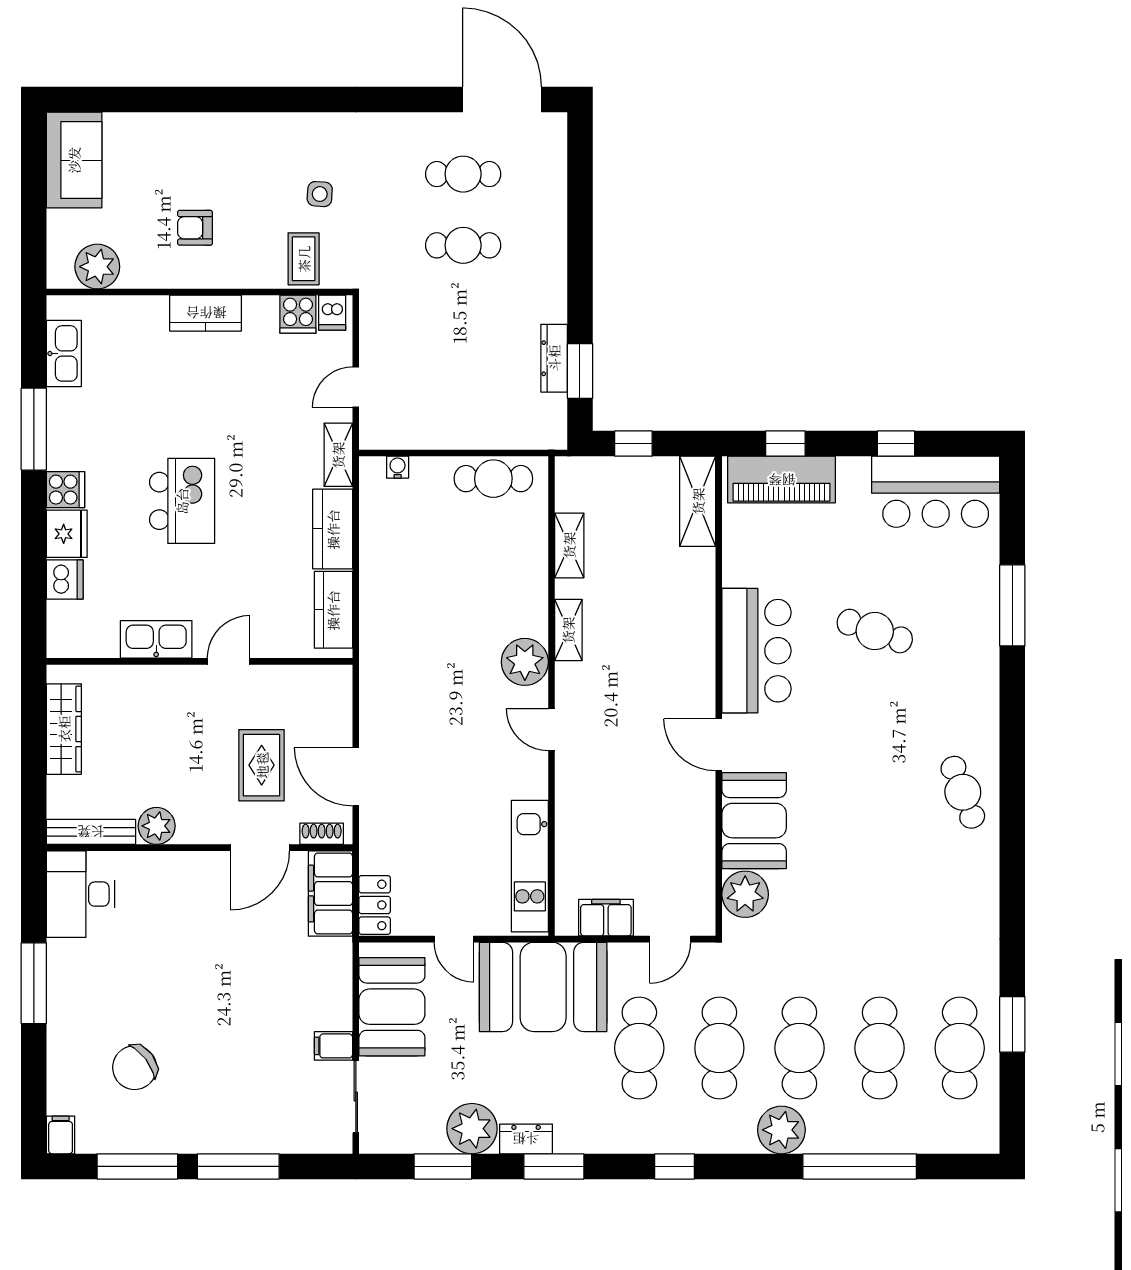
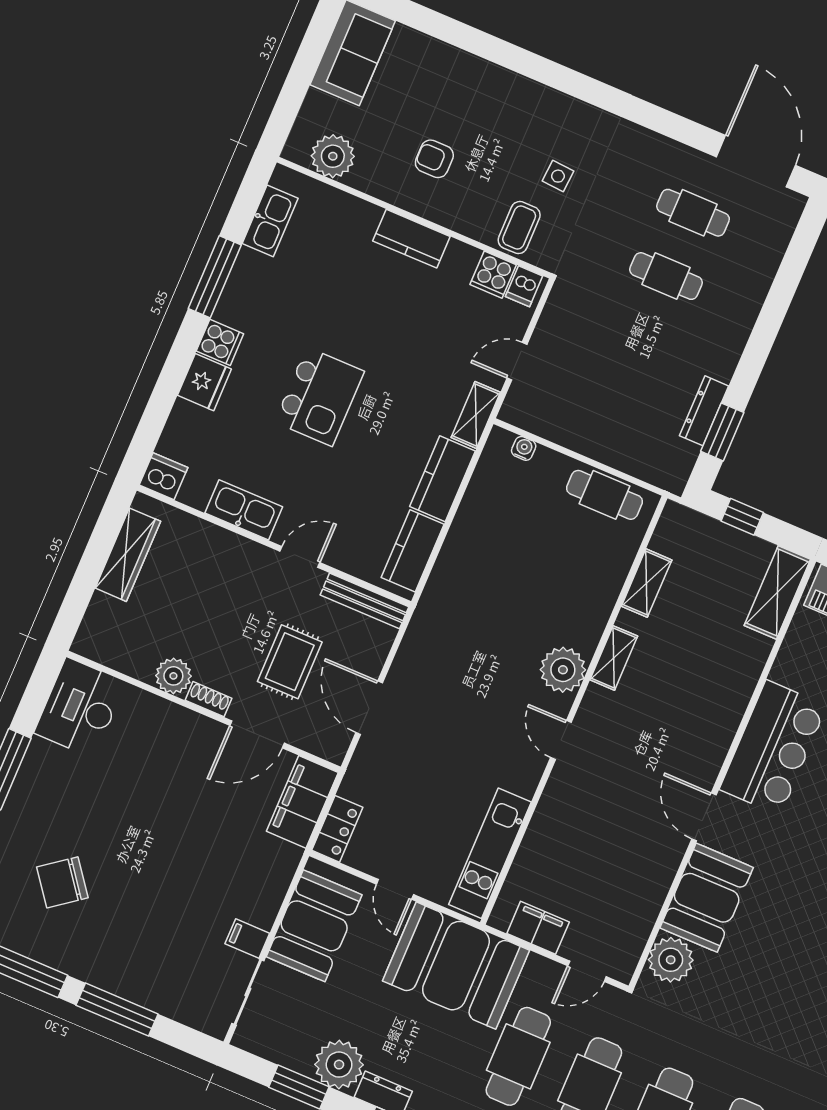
dishwasher: (65, 580) -> (163, 476), moved, turned -90
bench: (91, 832) -> (365, 601), moved
shoe rack: (322, 834) -> (209, 699), moved

